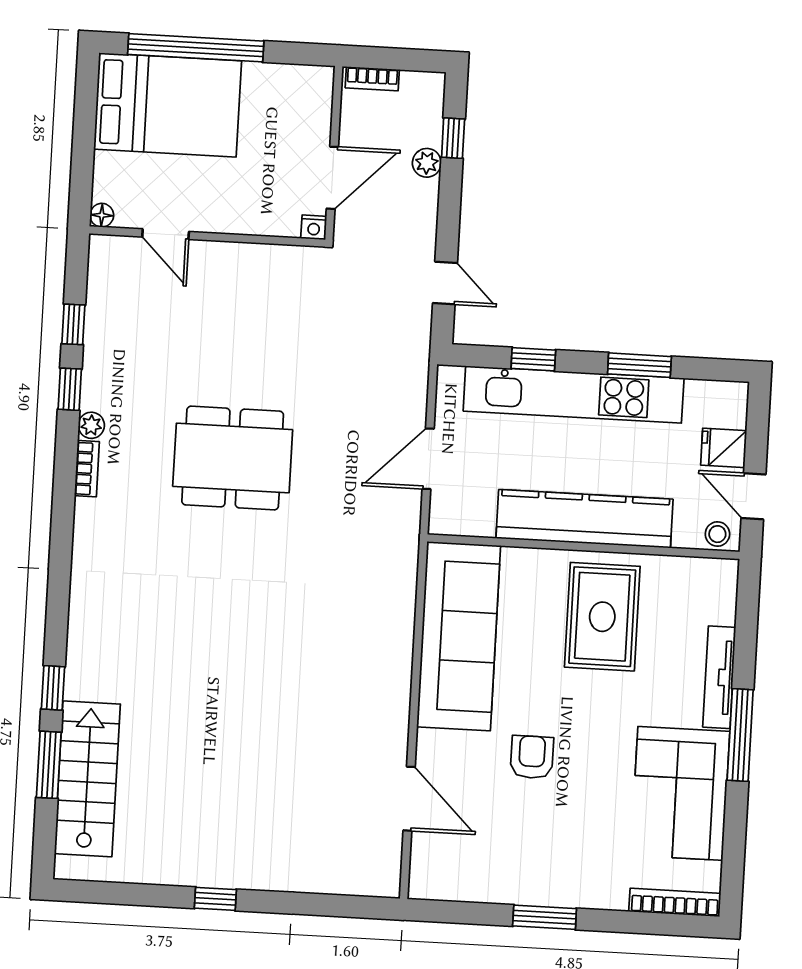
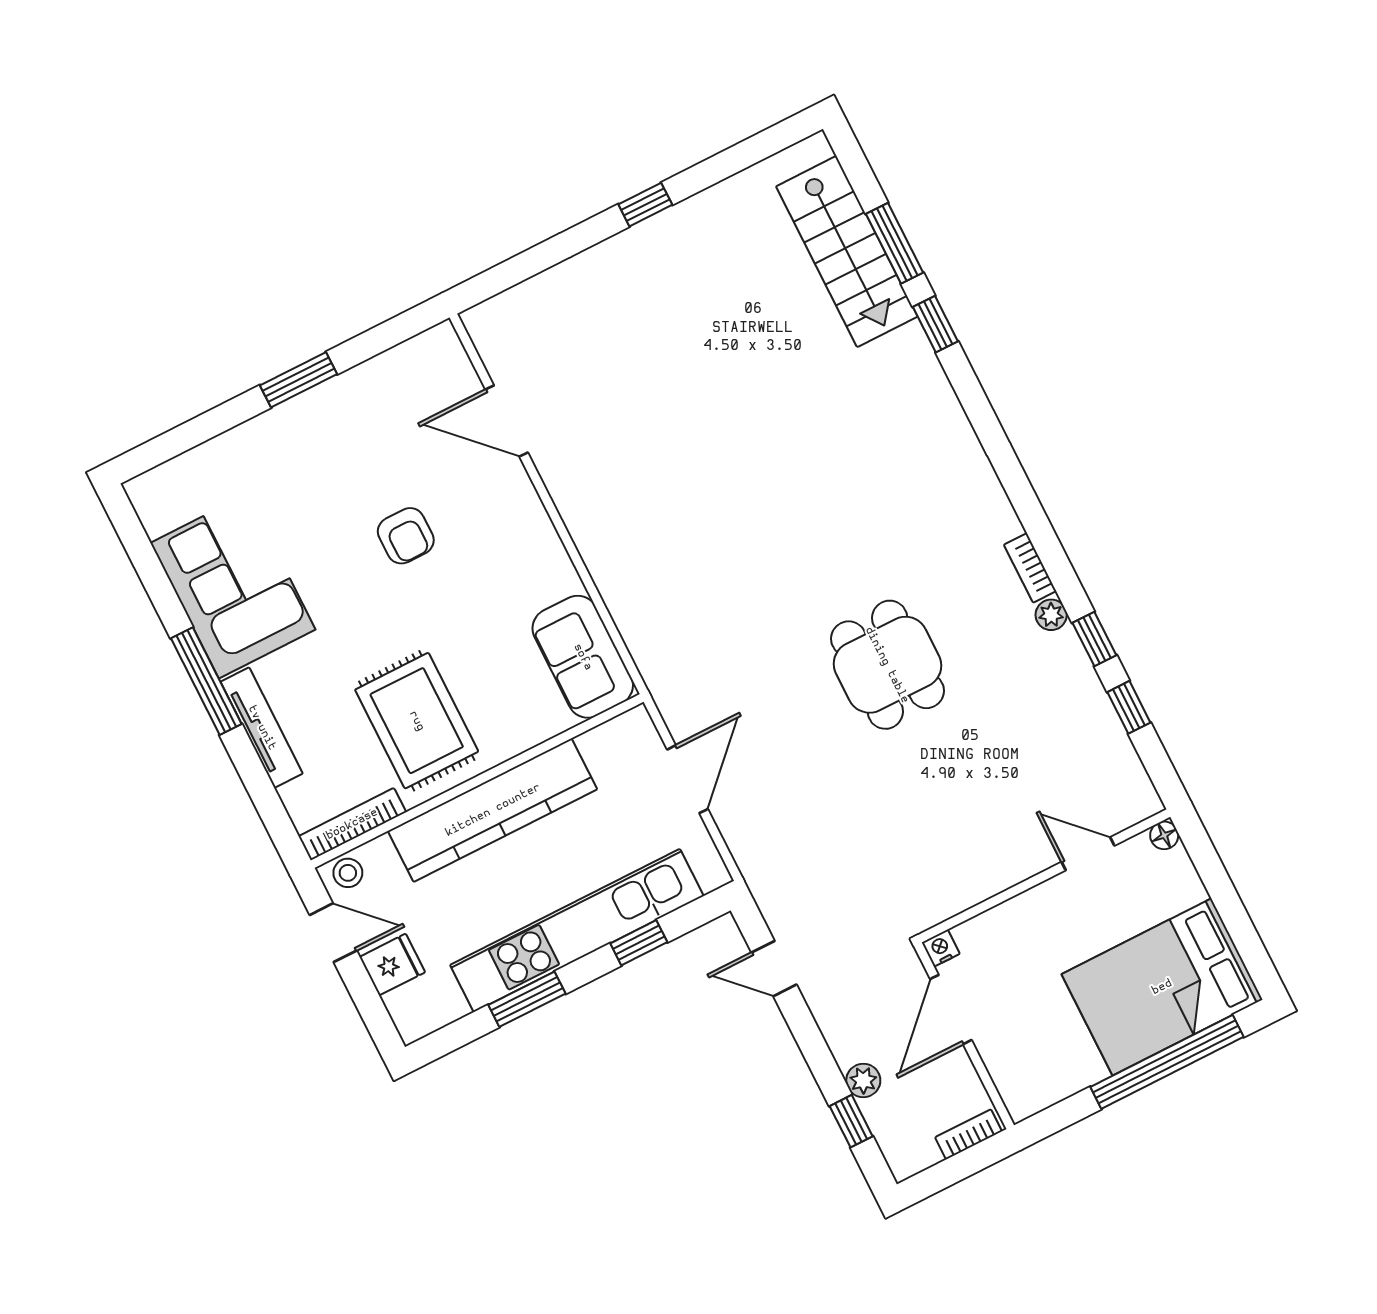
dining table: (233, 458) -> (887, 665), width x0.73
sofa: (459, 636) -> (583, 657), width x0.54, depth x0.79
bookcase: (675, 902) -> (352, 824), moved, turned 180

